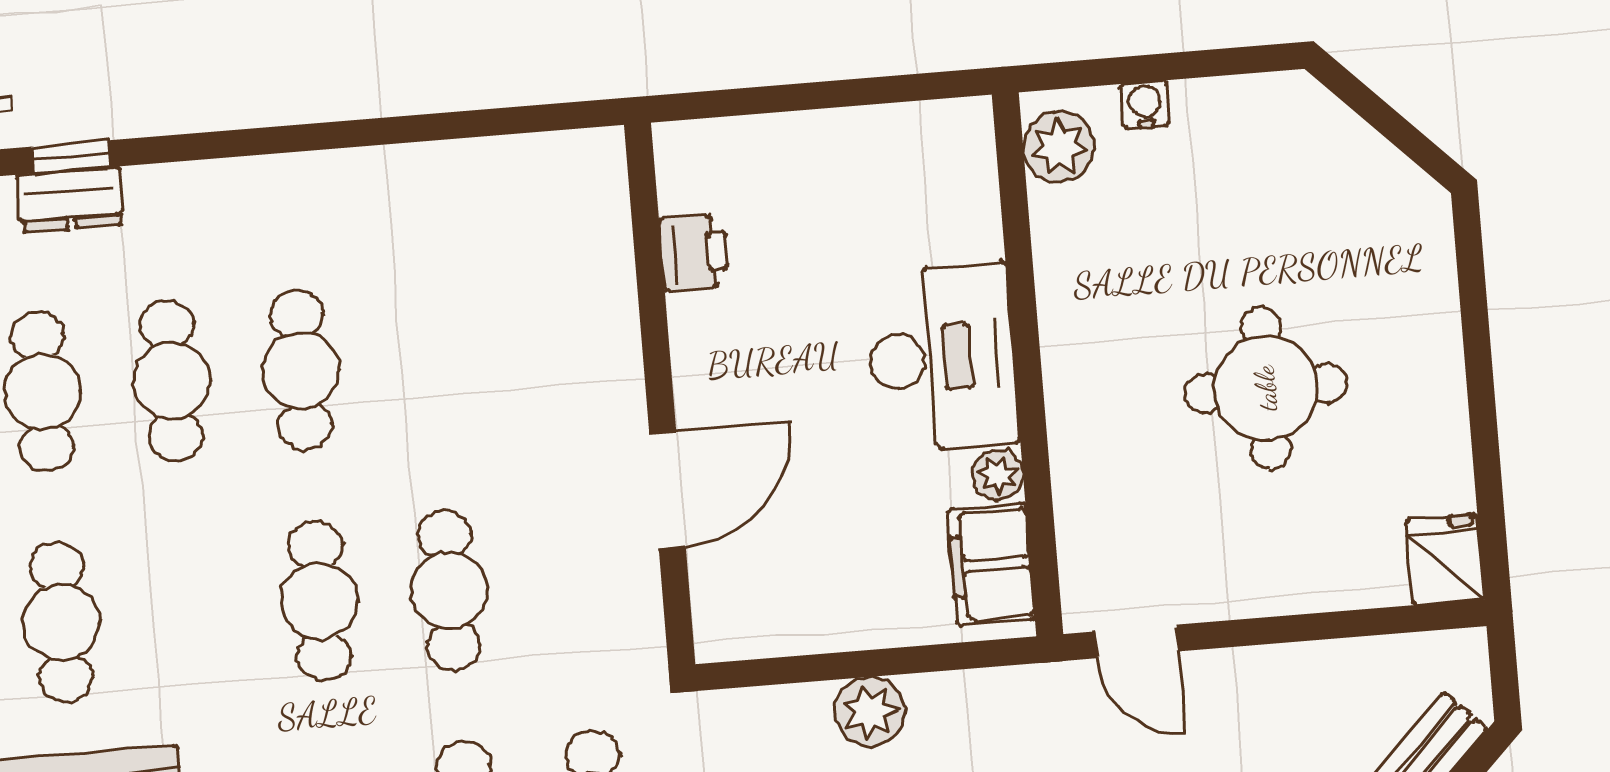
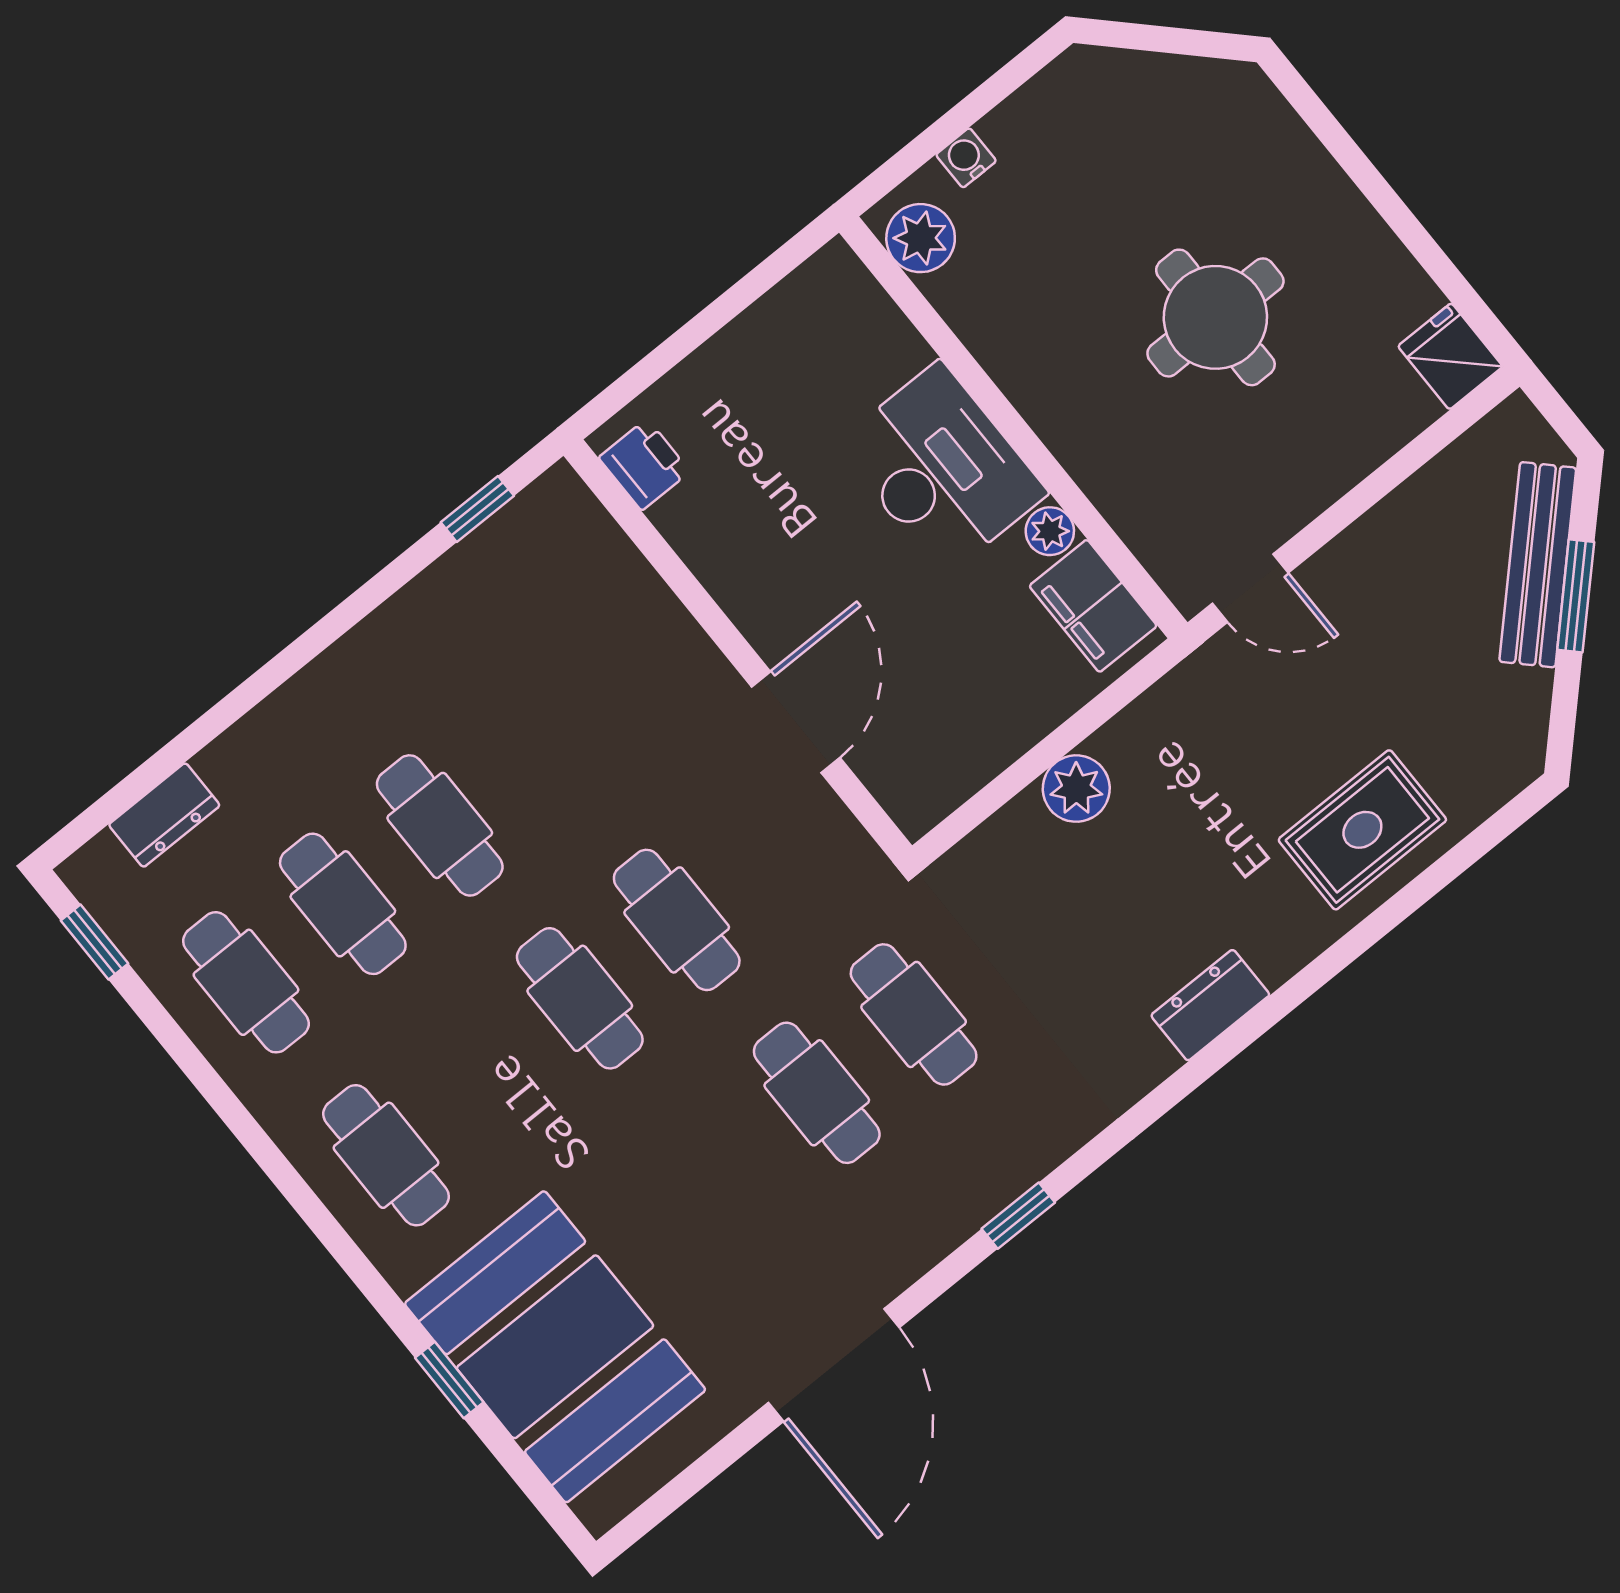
window: (71, 157) -> (477, 509), moved
printer: (694, 253) -> (644, 464), moved

